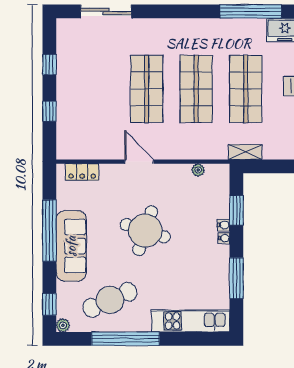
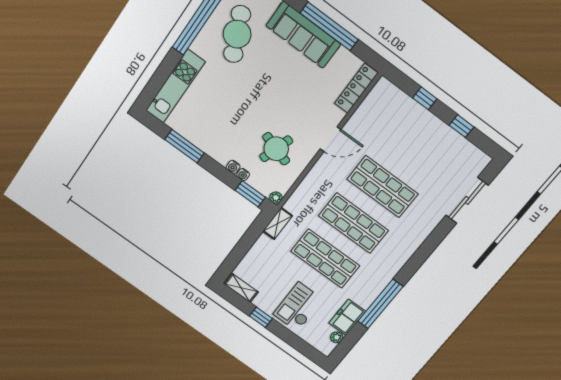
plant: (198, 170) -> (276, 198), moved
locker: (82, 172) -> (356, 88), width x1.53
window: (236, 210) -> (250, 194), moved
round table: (145, 231) -> (276, 149), moved, width x0.73, depth x0.73
water cooler: (224, 238) -> (243, 175), moved

